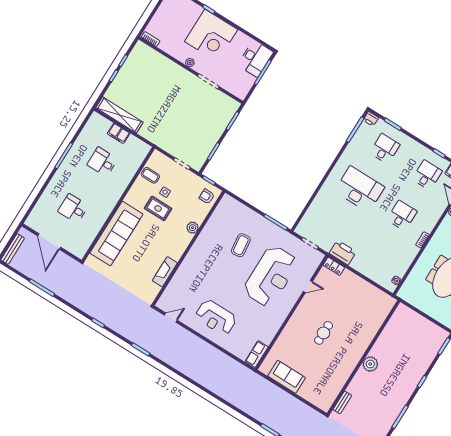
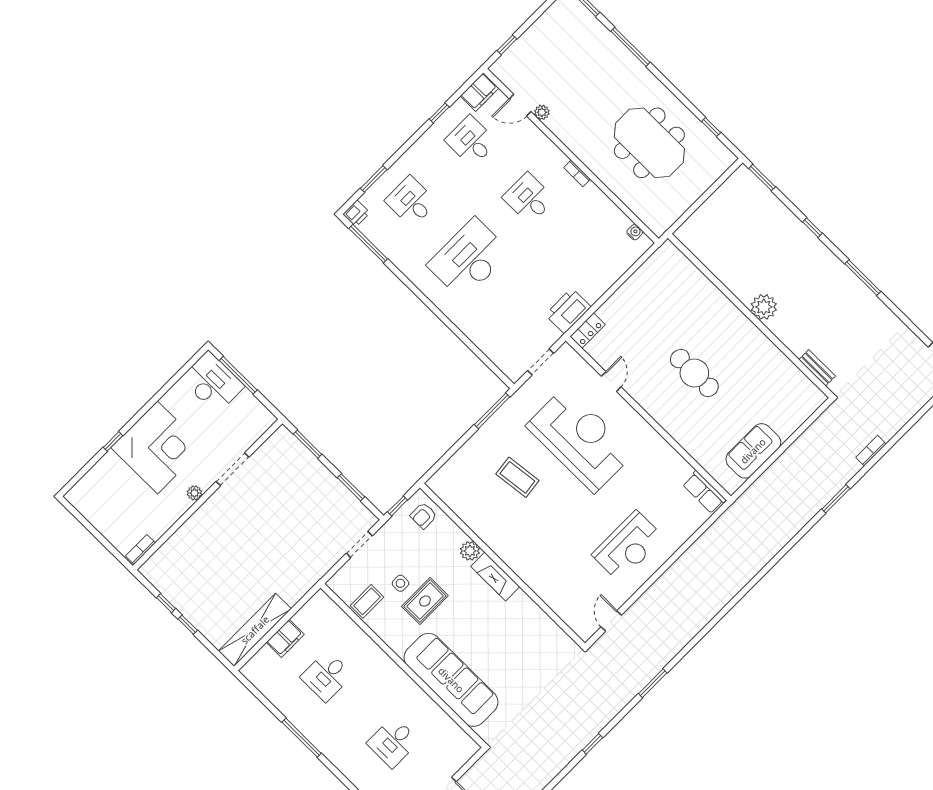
fireplace: (165, 272) -> (495, 576), moved
cafe table: (324, 333) -> (694, 373), width x1.37, depth x1.35

